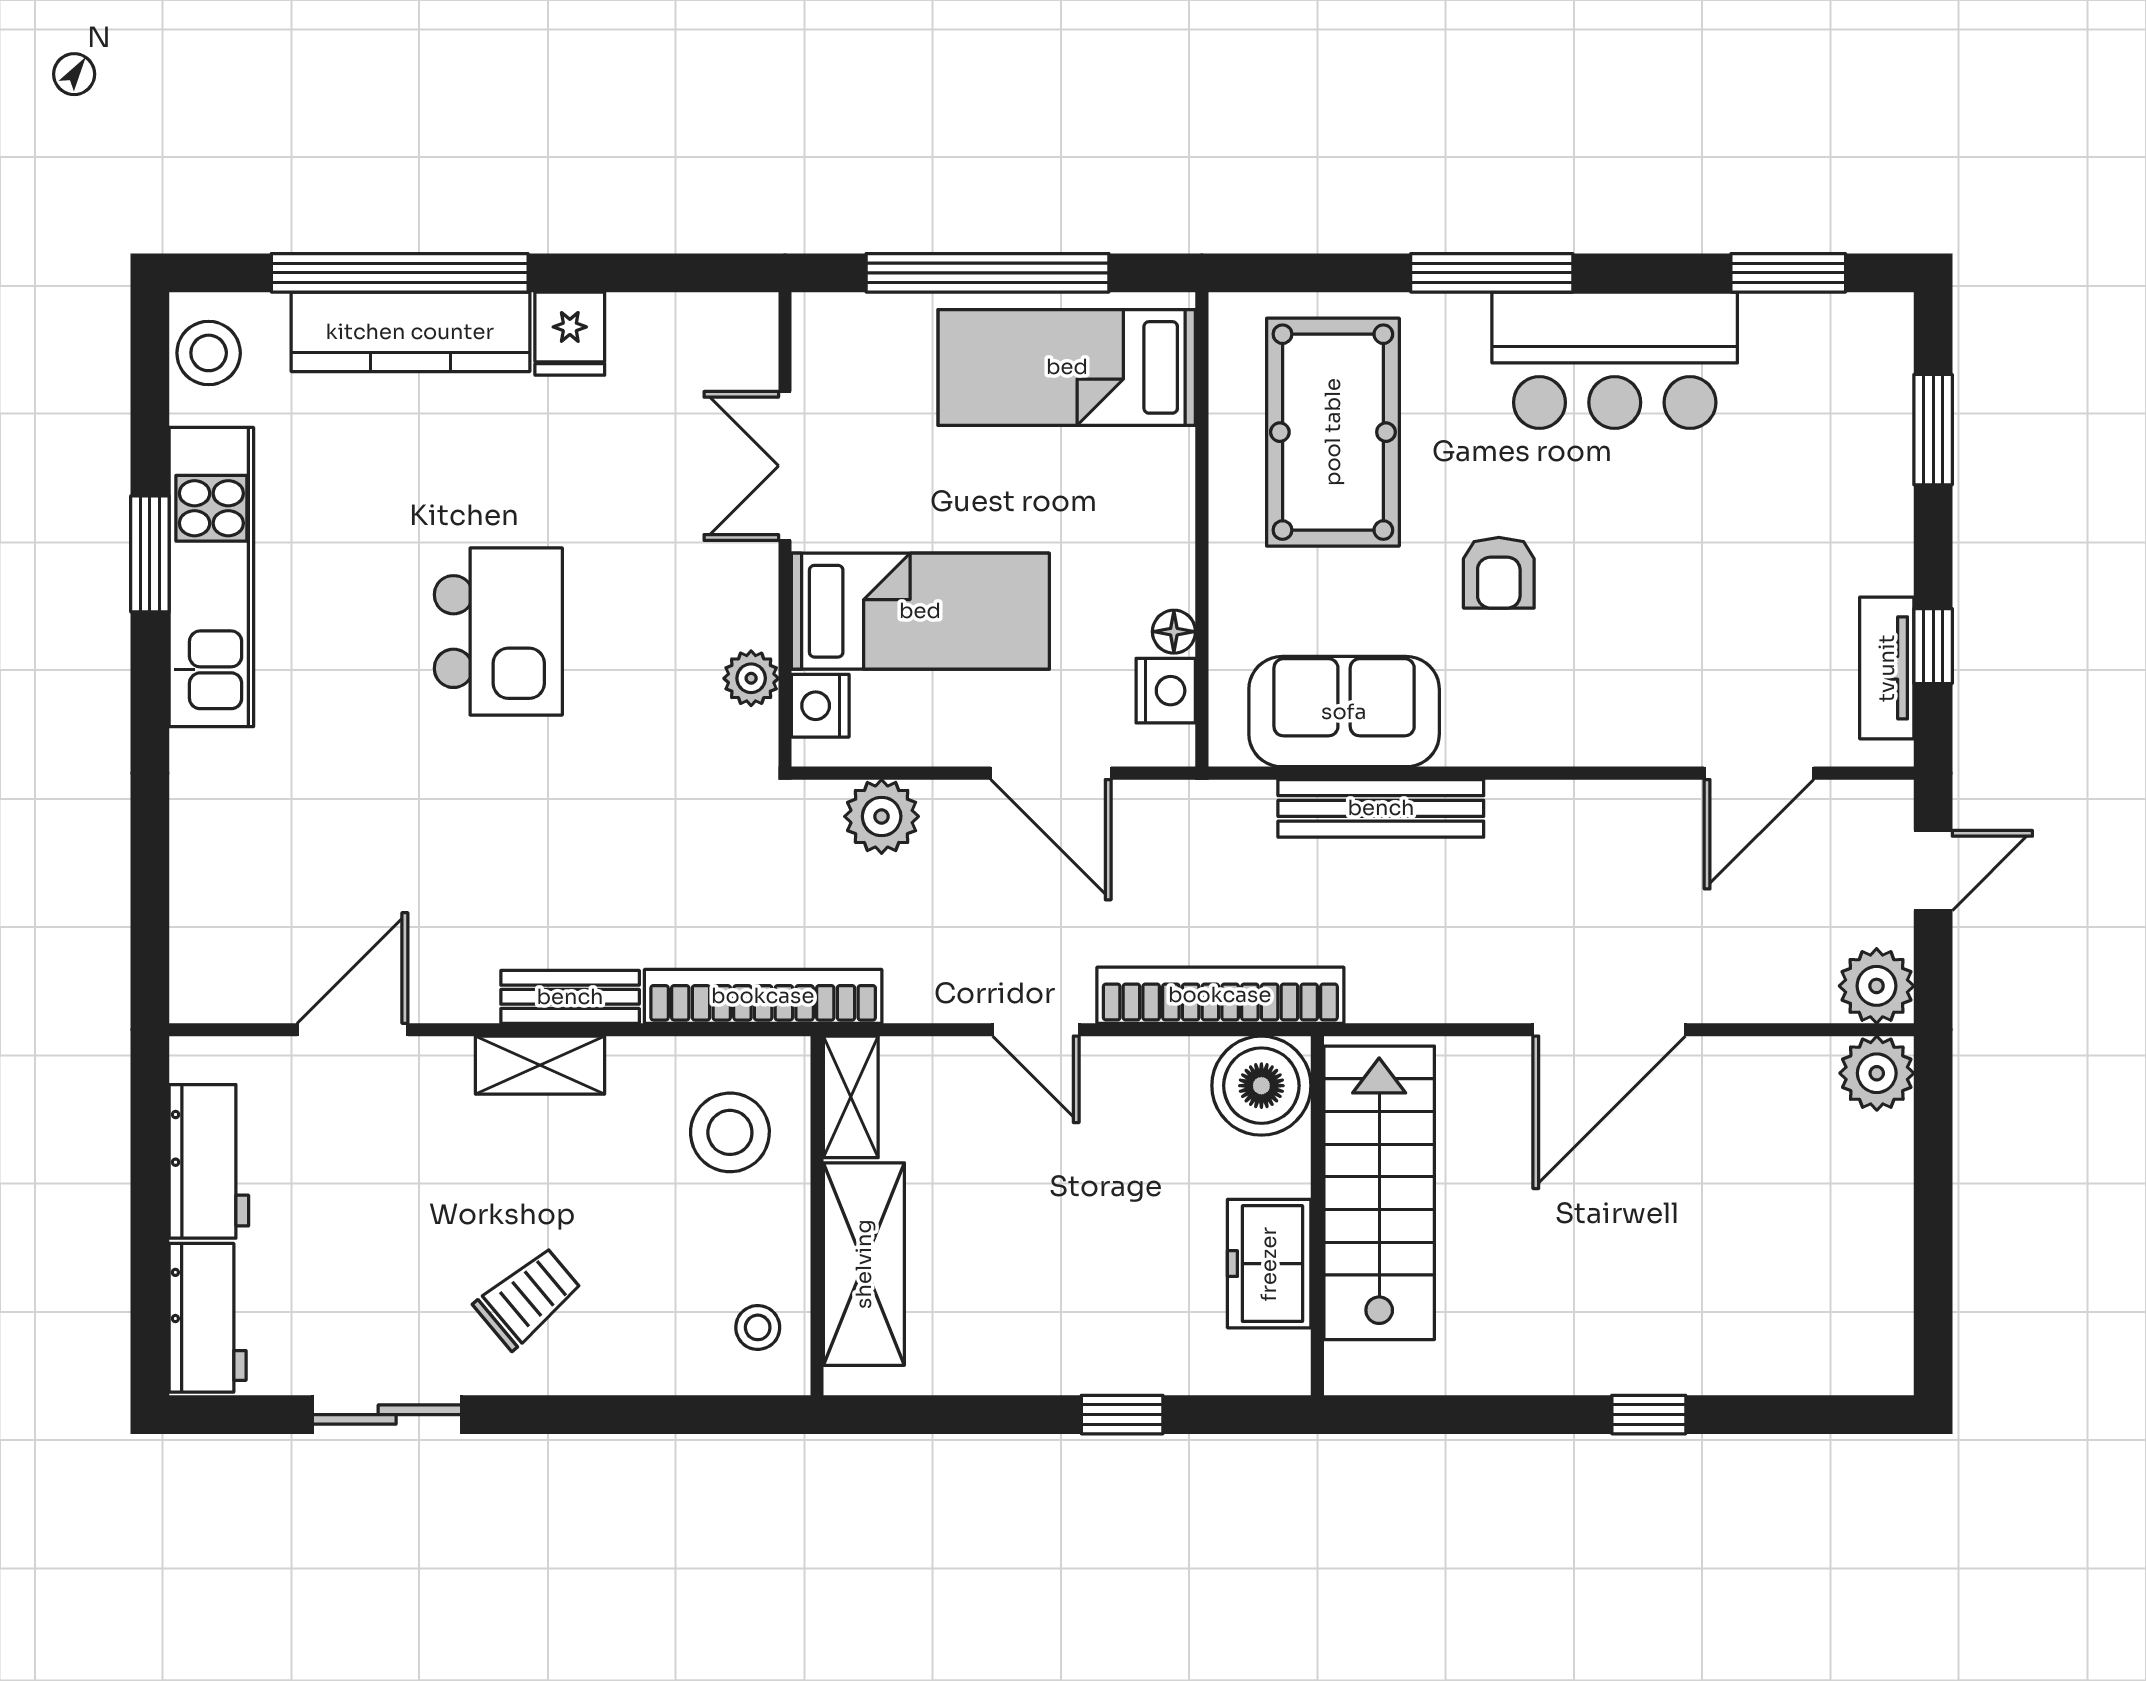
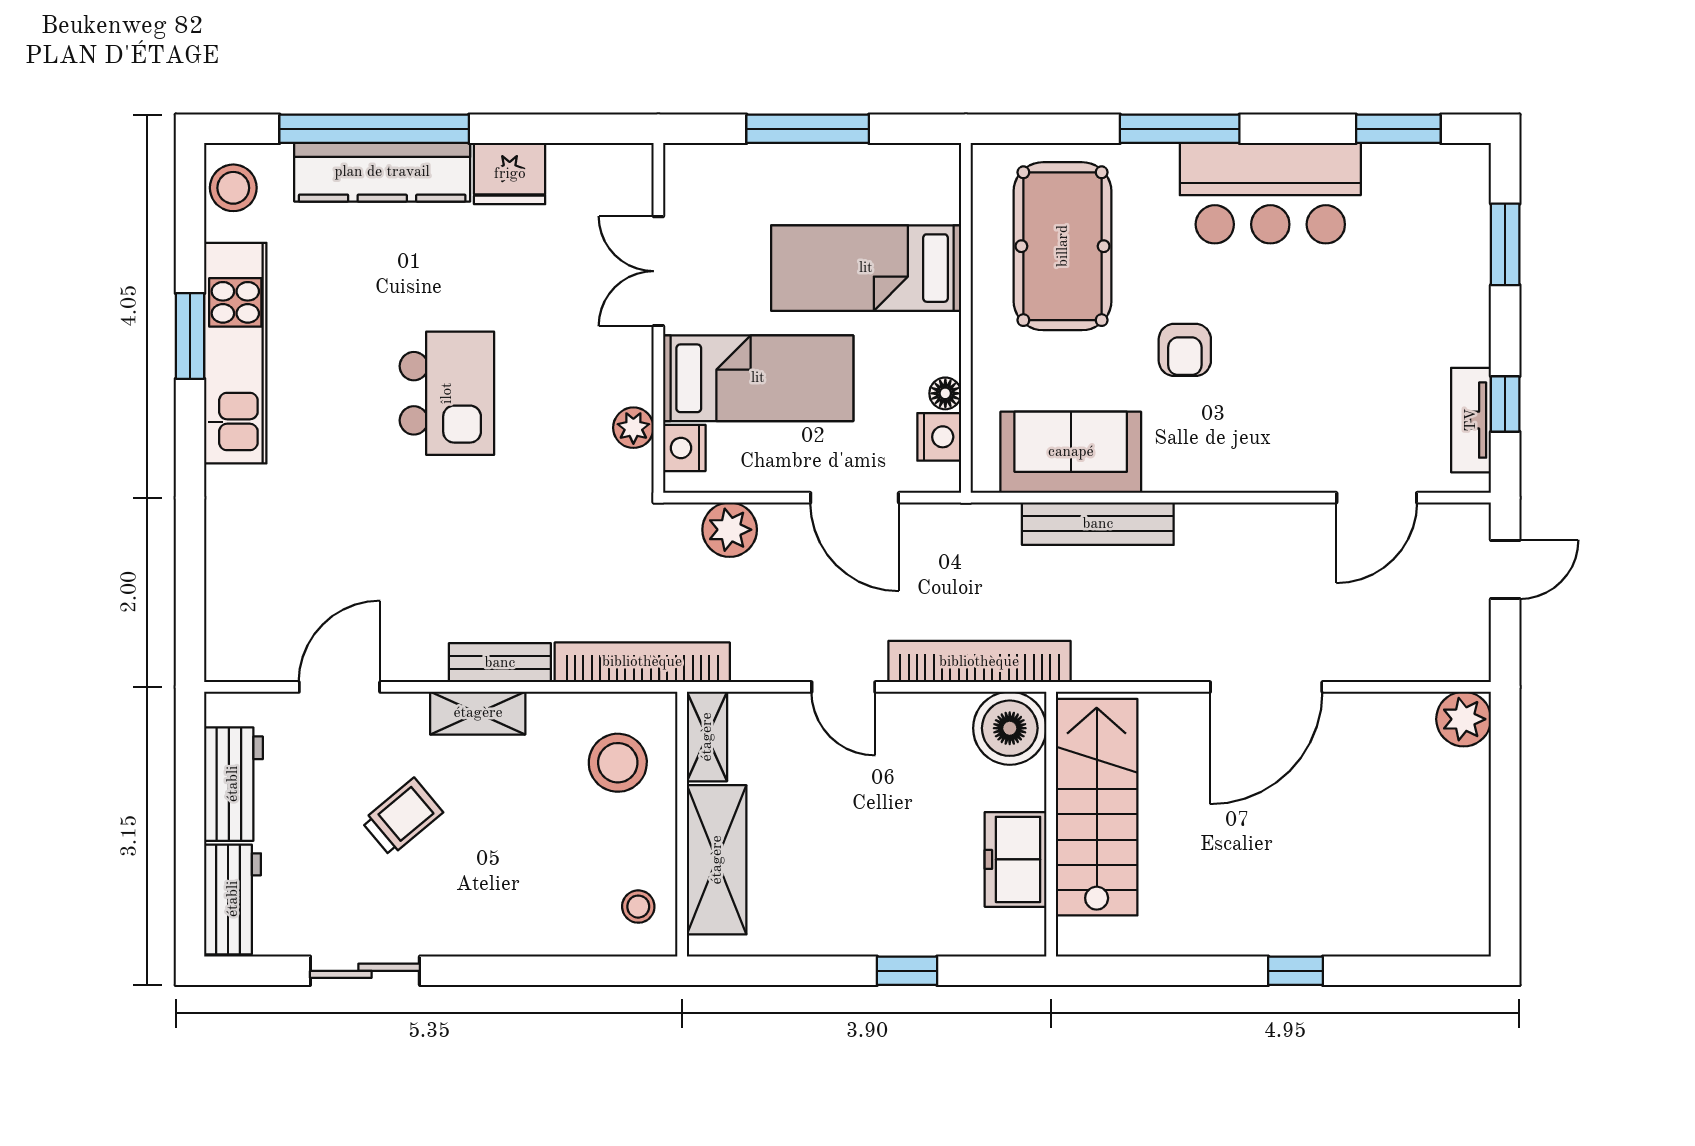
window: (987, 273) -> (808, 129), width x0.68
fridge: (570, 334) -> (510, 174), width x1.38
bed: (1067, 367) -> (866, 268), moved
plant: (1877, 986) -> (1463, 655), removed
trolley: (528, 1298) -> (402, 817), moved

